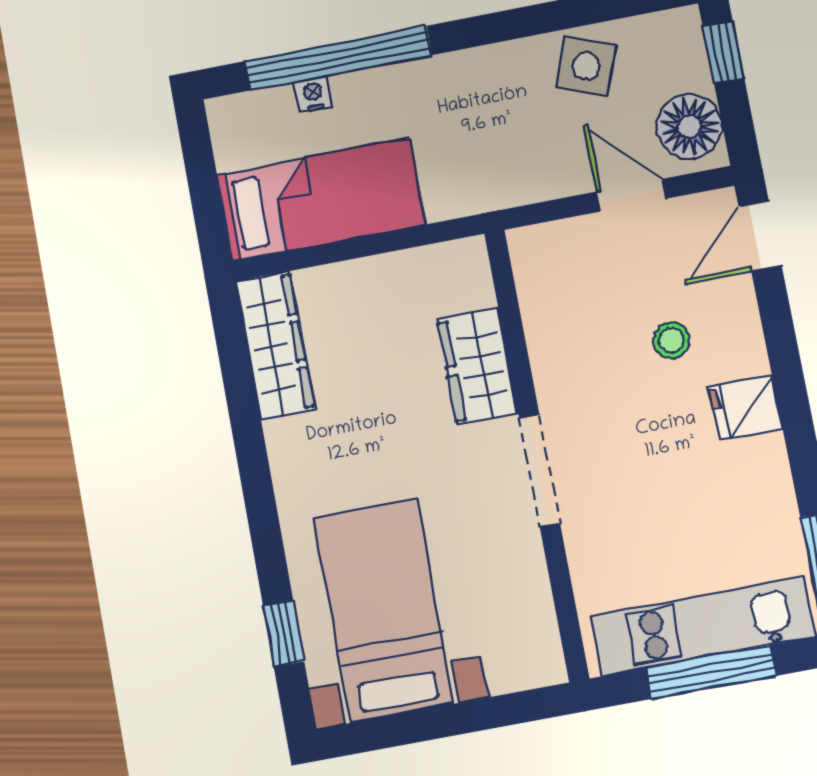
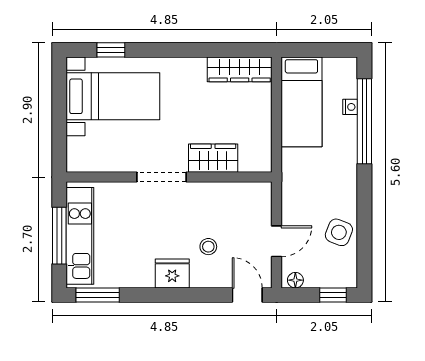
floor lamp: (689, 127) -> (295, 280), width x0.53, depth x0.53
fridge: (746, 408) -> (172, 273), width x1.38

